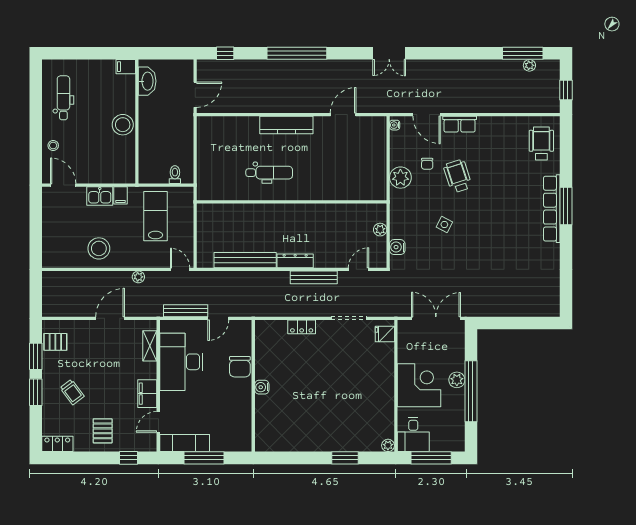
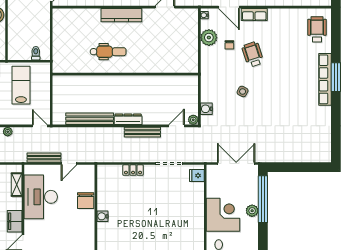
plant: (400, 178) -> (209, 38), moved
plant: (380, 230) -> (193, 120), moved
window: (471, 391) -> (263, 199), moved

